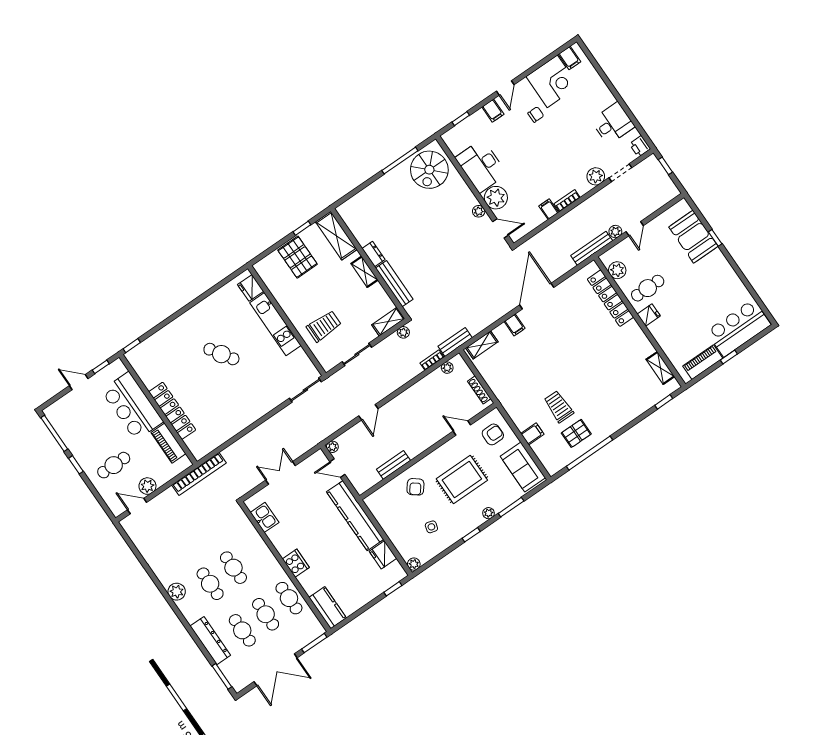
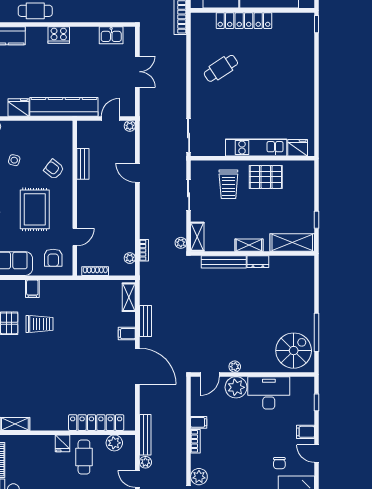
spiral stairs: (429, 170) -> (294, 351), turned 90
pallet: (298, 257) -> (266, 177), moved
bench: (455, 342) -> (145, 321), moved
cafe table: (221, 354) -> (221, 68), moved

